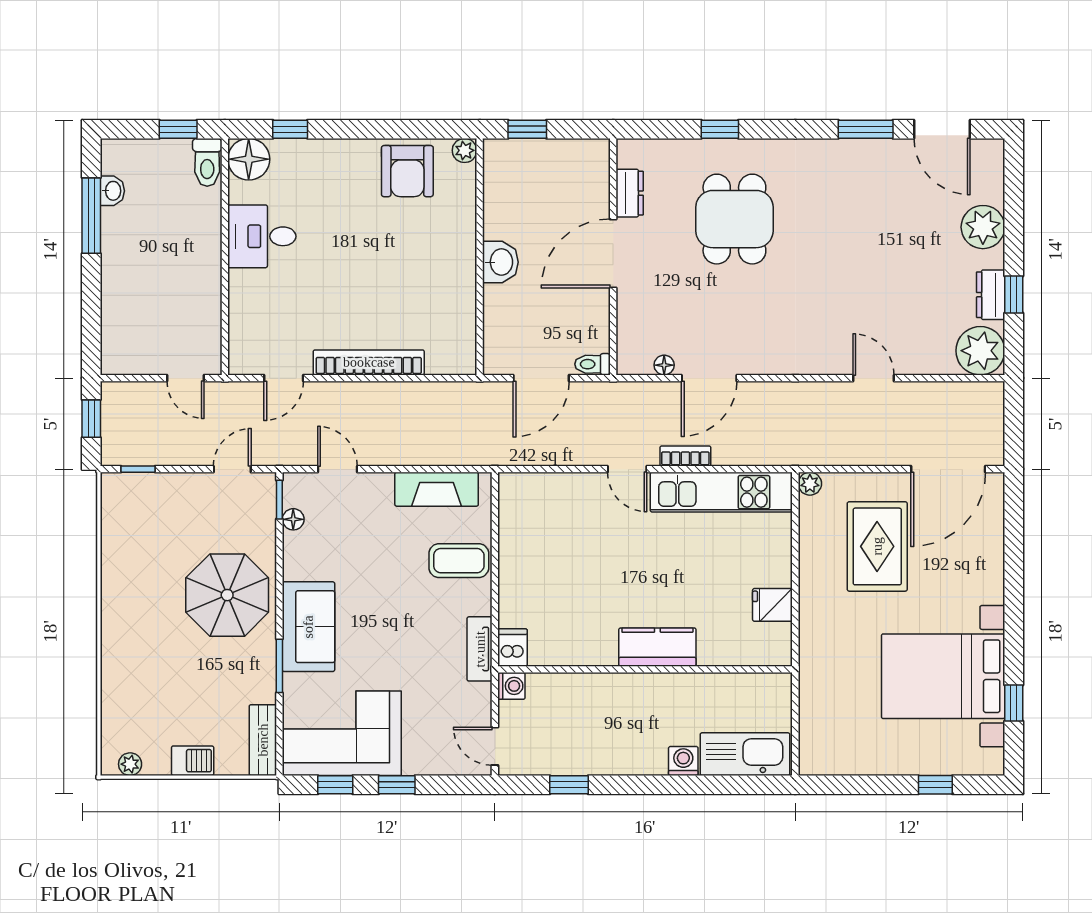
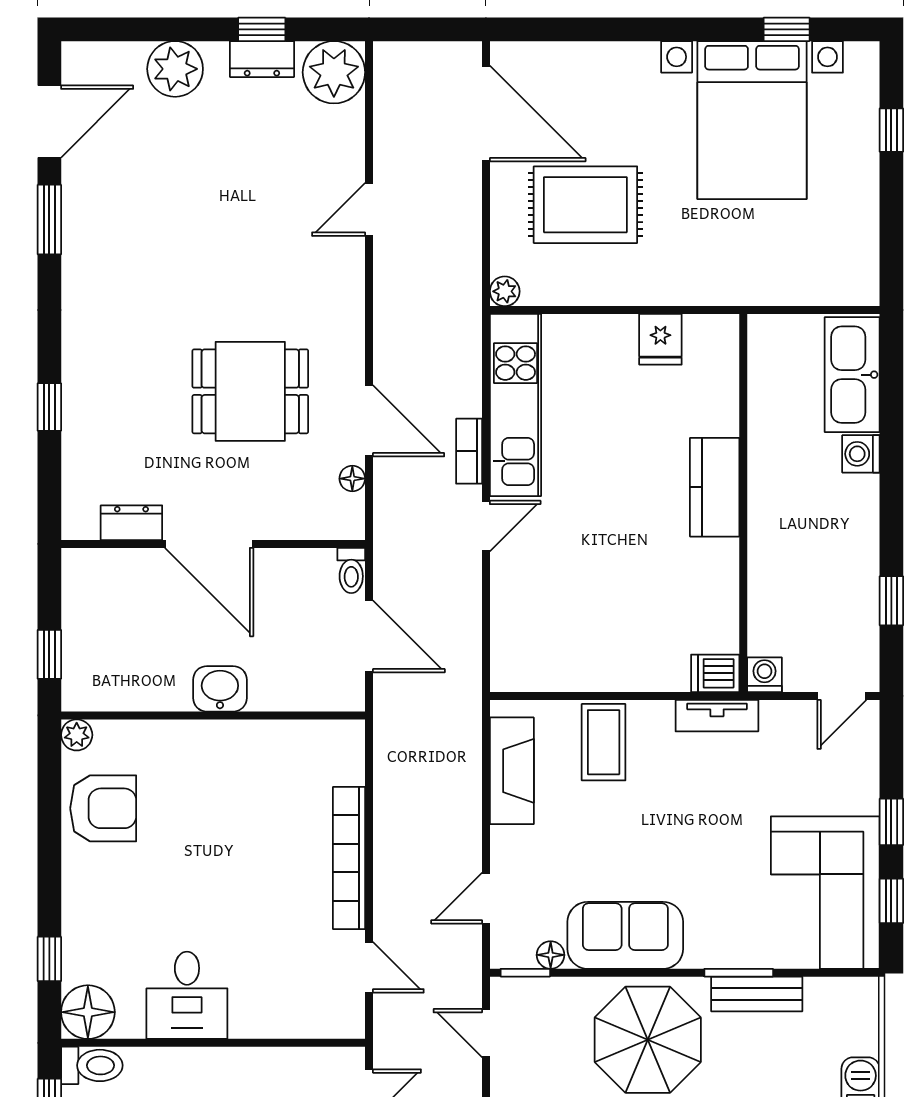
dining table: (734, 219) -> (250, 391), moved
sofa: (308, 627) -> (625, 935), moved
bench: (263, 740) -> (757, 994), moved

